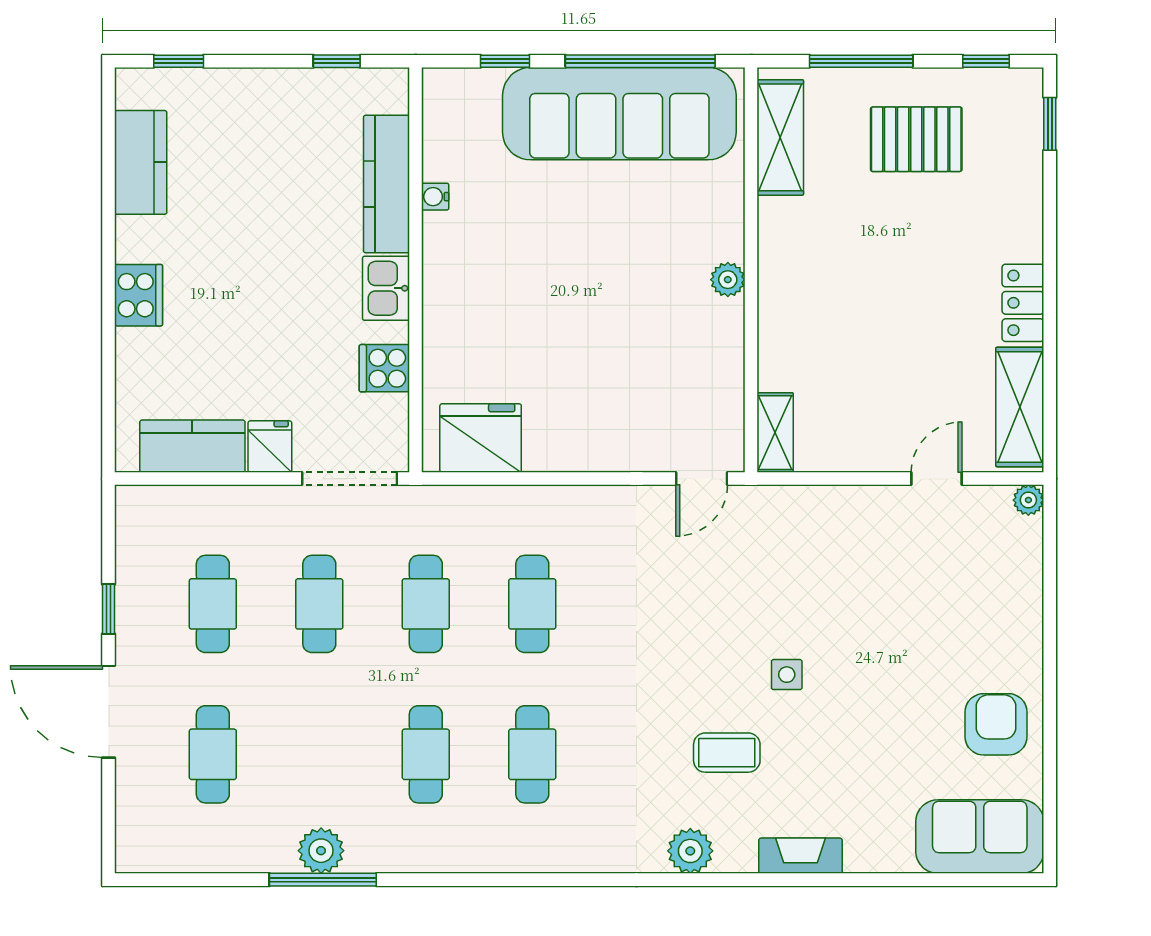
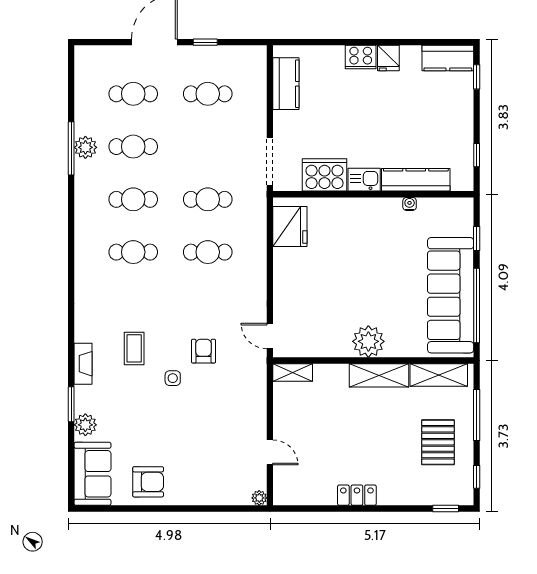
kitchen counter: (141, 162) -> (448, 58), moved
plant: (728, 280) -> (368, 341), width x1.88, depth x1.88
cooker: (384, 368) -> (325, 175), width x1.87, depth x1.31
shelving: (1020, 407) -> (379, 375), moved
fridge: (270, 447) -> (388, 58), moved, turned 90
cafe table: (319, 604) -> (133, 147), moved
armchair: (732, 612) -> (204, 351), added
plant: (690, 851) -> (85, 425), moved
fireplace: (801, 856) -> (83, 364), moved
window: (839, 880) -> (71, 404), added

